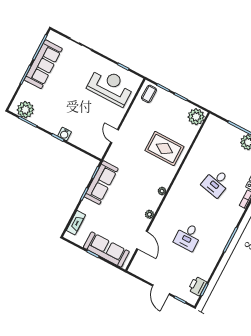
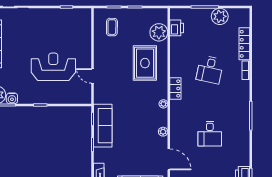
reception desk: (110, 87) -> (53, 67), moved
coffee table: (149, 94) -> (112, 27), moved
plant: (196, 117) -> (159, 32), moved
printer: (207, 133) -> (177, 28), added
water cooler: (65, 134) -> (12, 98), moved
rug: (164, 148) -> (145, 63), turned 90
locker: (179, 183) -> (175, 88), added

